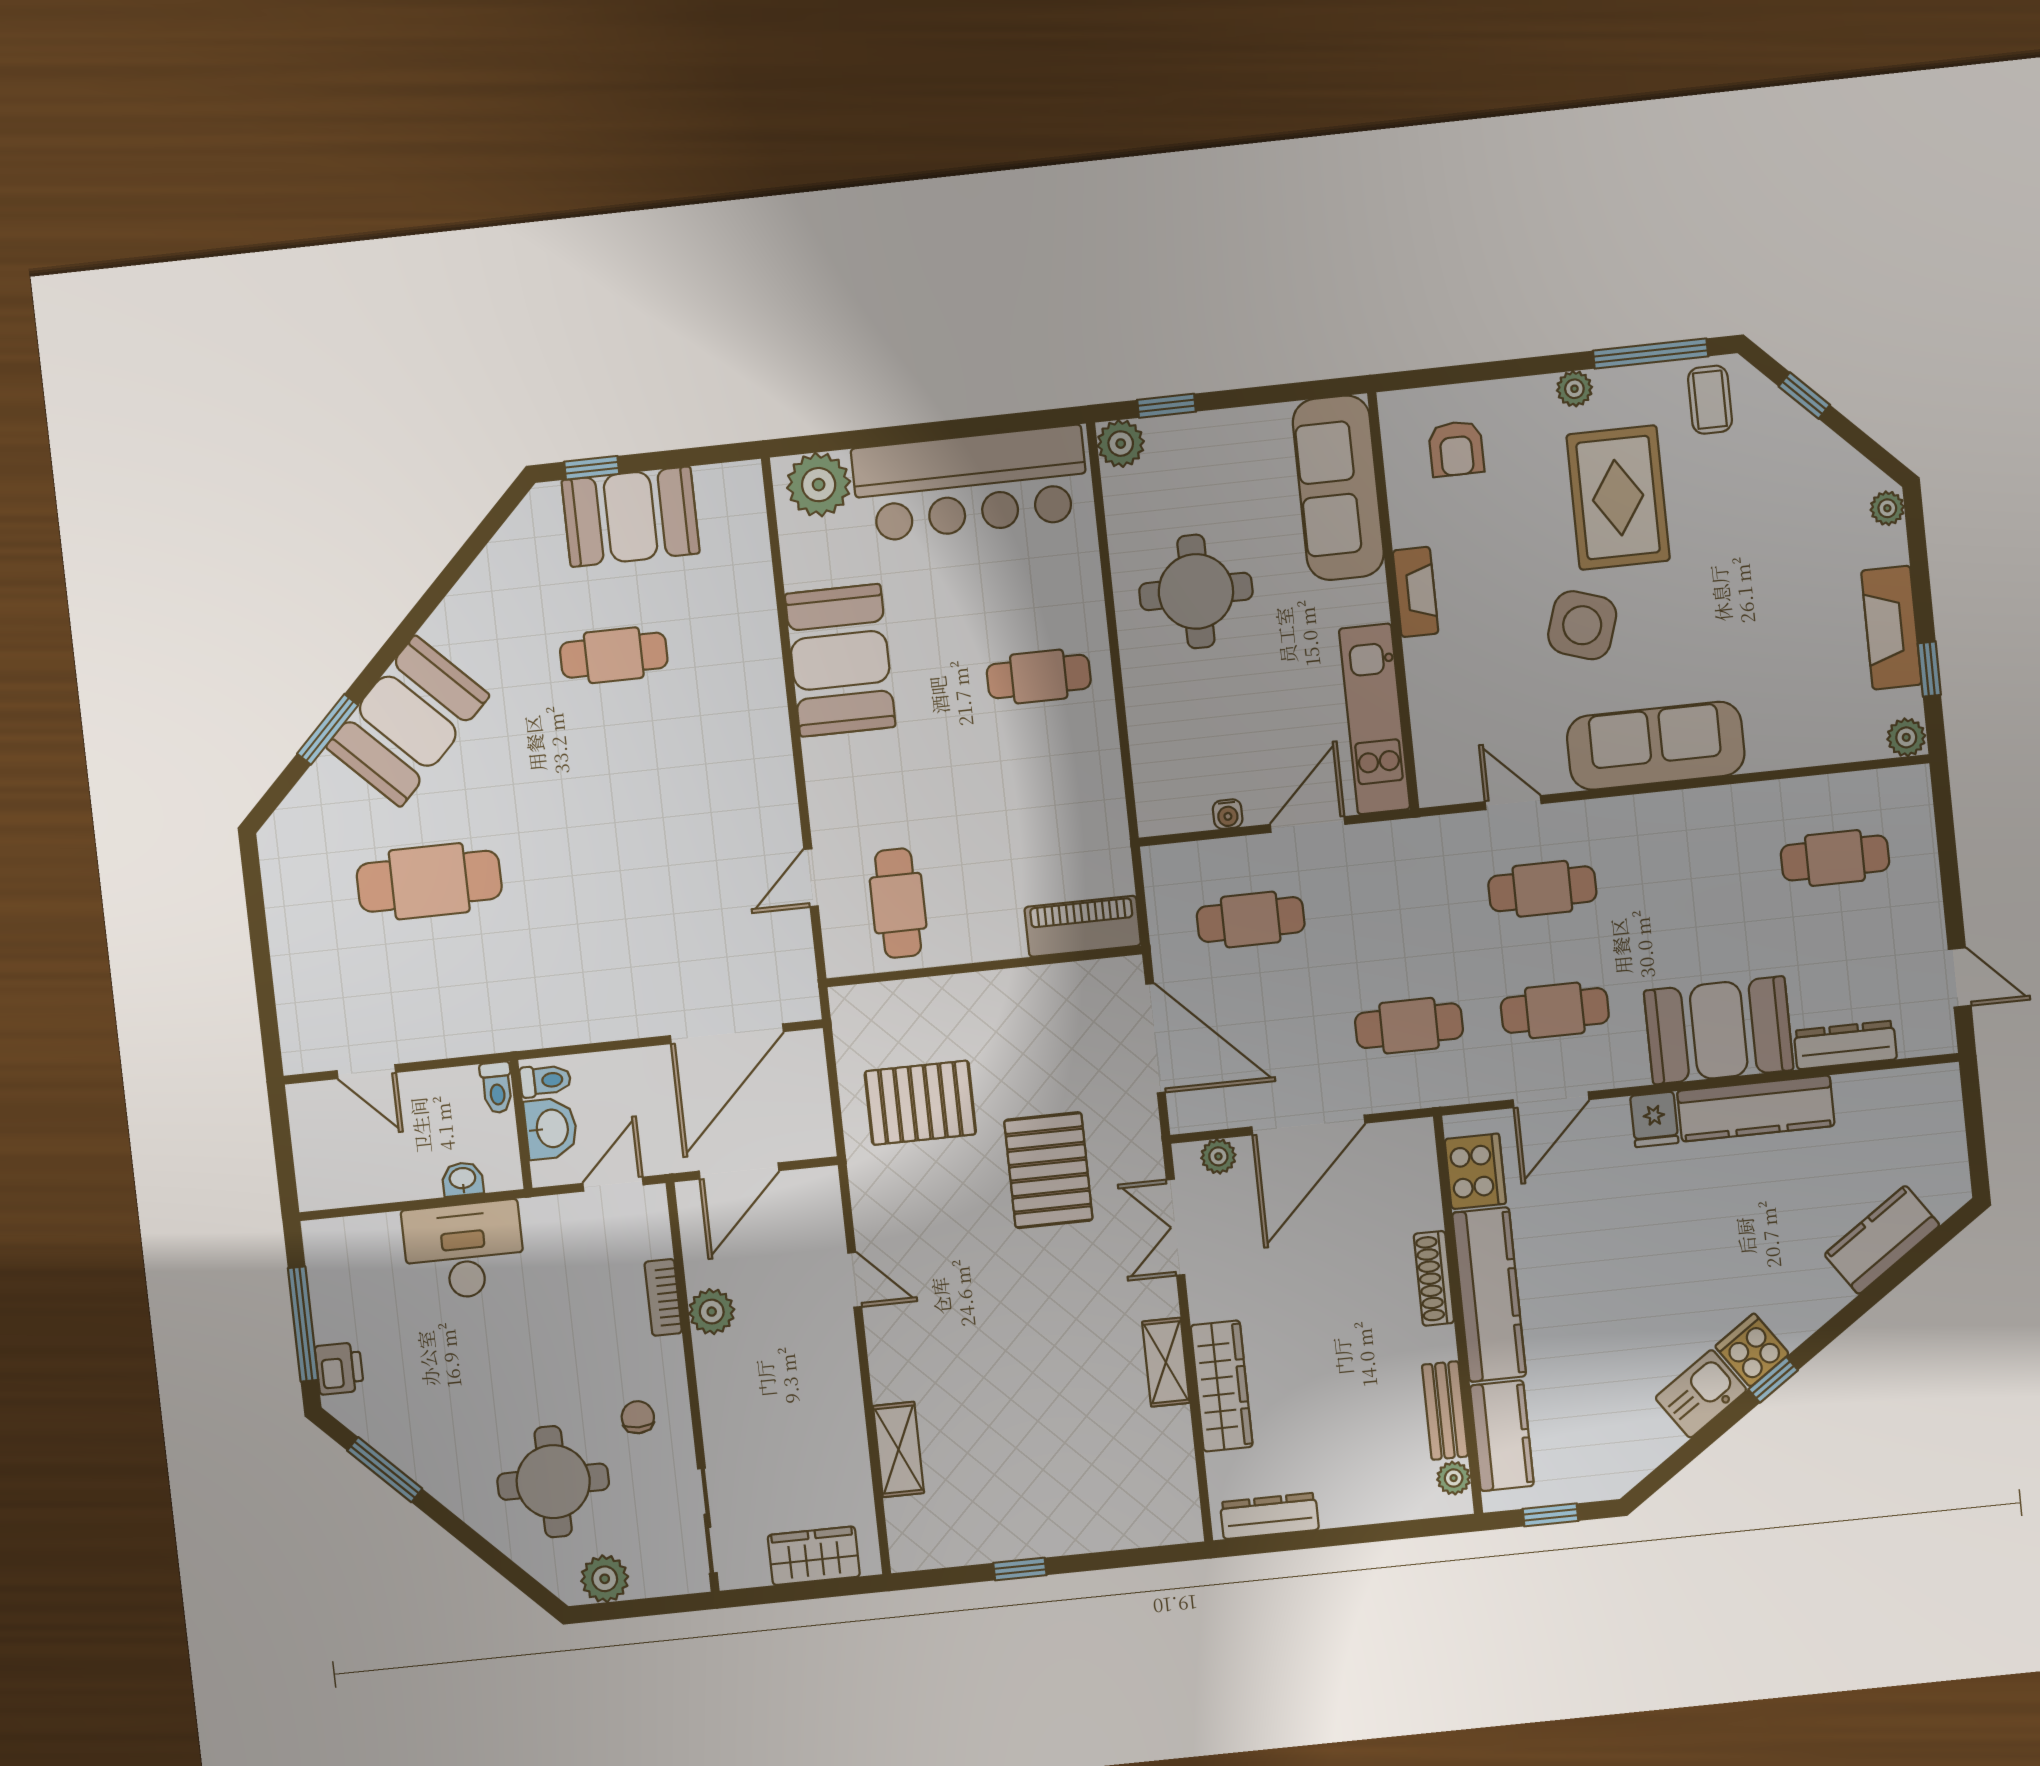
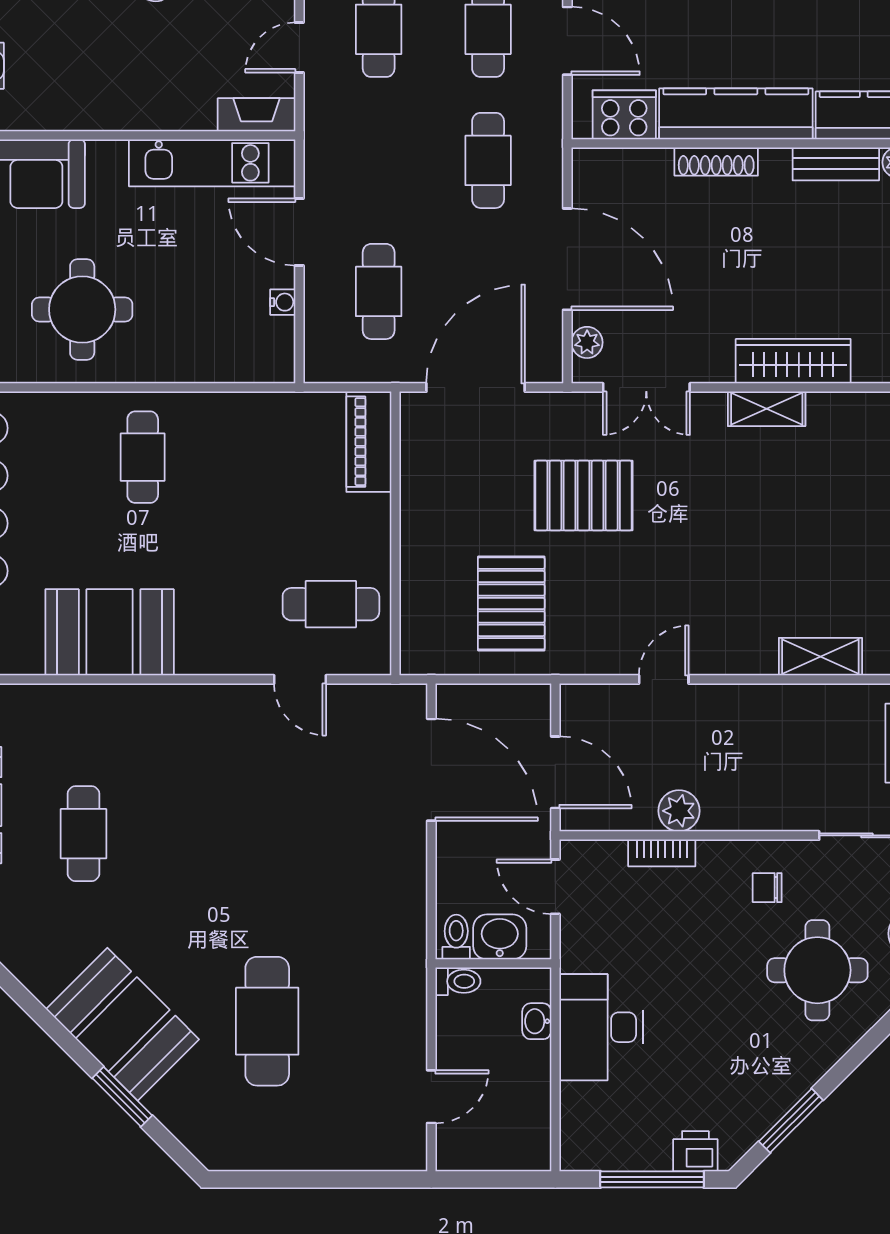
fireplace: (1416, 592) -> (257, 115), moved

